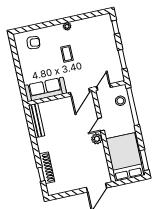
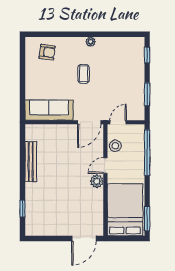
stool: (120, 101) -> (115, 146), moved
bench: (36, 120) -> (31, 162), moved
shoe rack: (47, 168) -> (31, 202), removed

